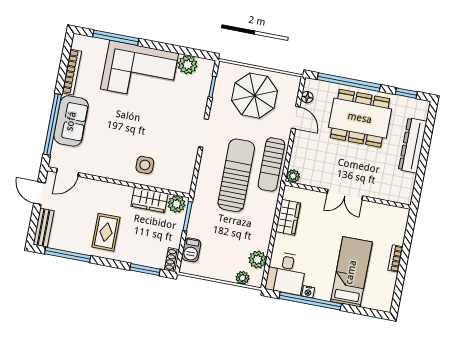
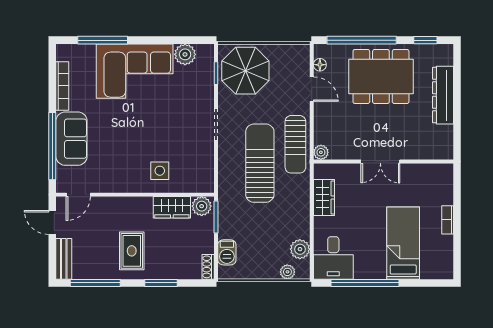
parasol: (254, 96) -> (245, 71), moved
window: (145, 270) -> (161, 283), moved
nightstand: (308, 292) -> (361, 273), removed

